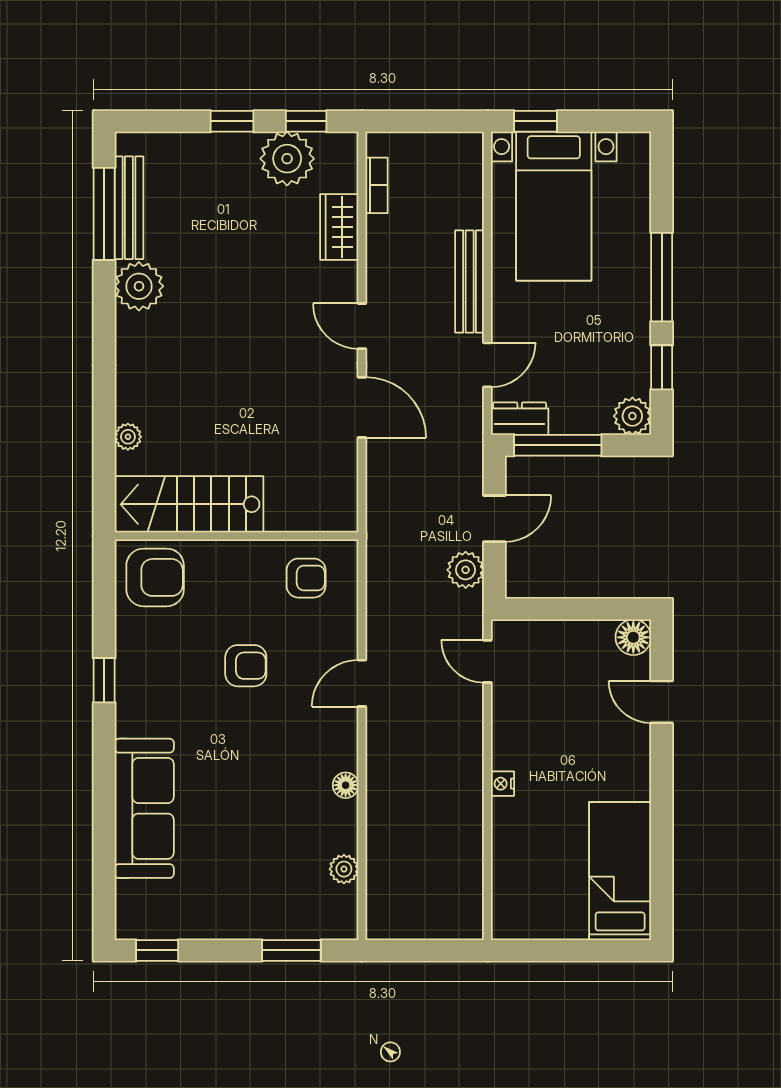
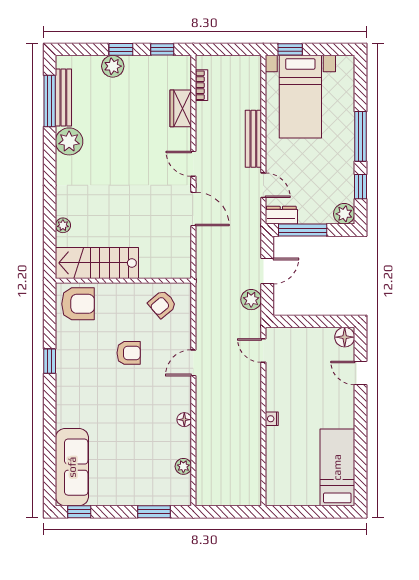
plant: (287, 159) -> (113, 66), moved, width x0.73, depth x0.73
door: (487, 365) -> (263, 185), hinge flipped
armchair: (306, 578) -> (162, 304), turned 140
sofa: (144, 808) -> (72, 467), moved

